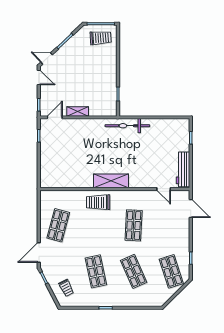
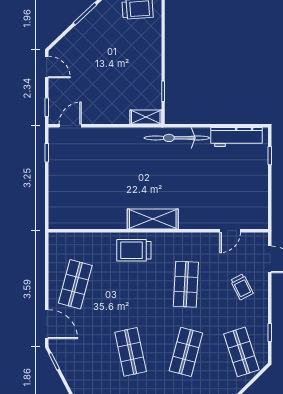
door: (47, 58) -> (58, 39), removed
shelving: (78, 111) -> (146, 117), moved
workbench: (183, 169) -> (236, 137), moved, turned -90
door: (164, 189) -> (230, 231), hinge flipped
door: (39, 253) -> (47, 324), swing flipped
shop shelf: (134, 271) -> (186, 352), turned 39
trolley: (66, 288) -> (242, 287), moved

